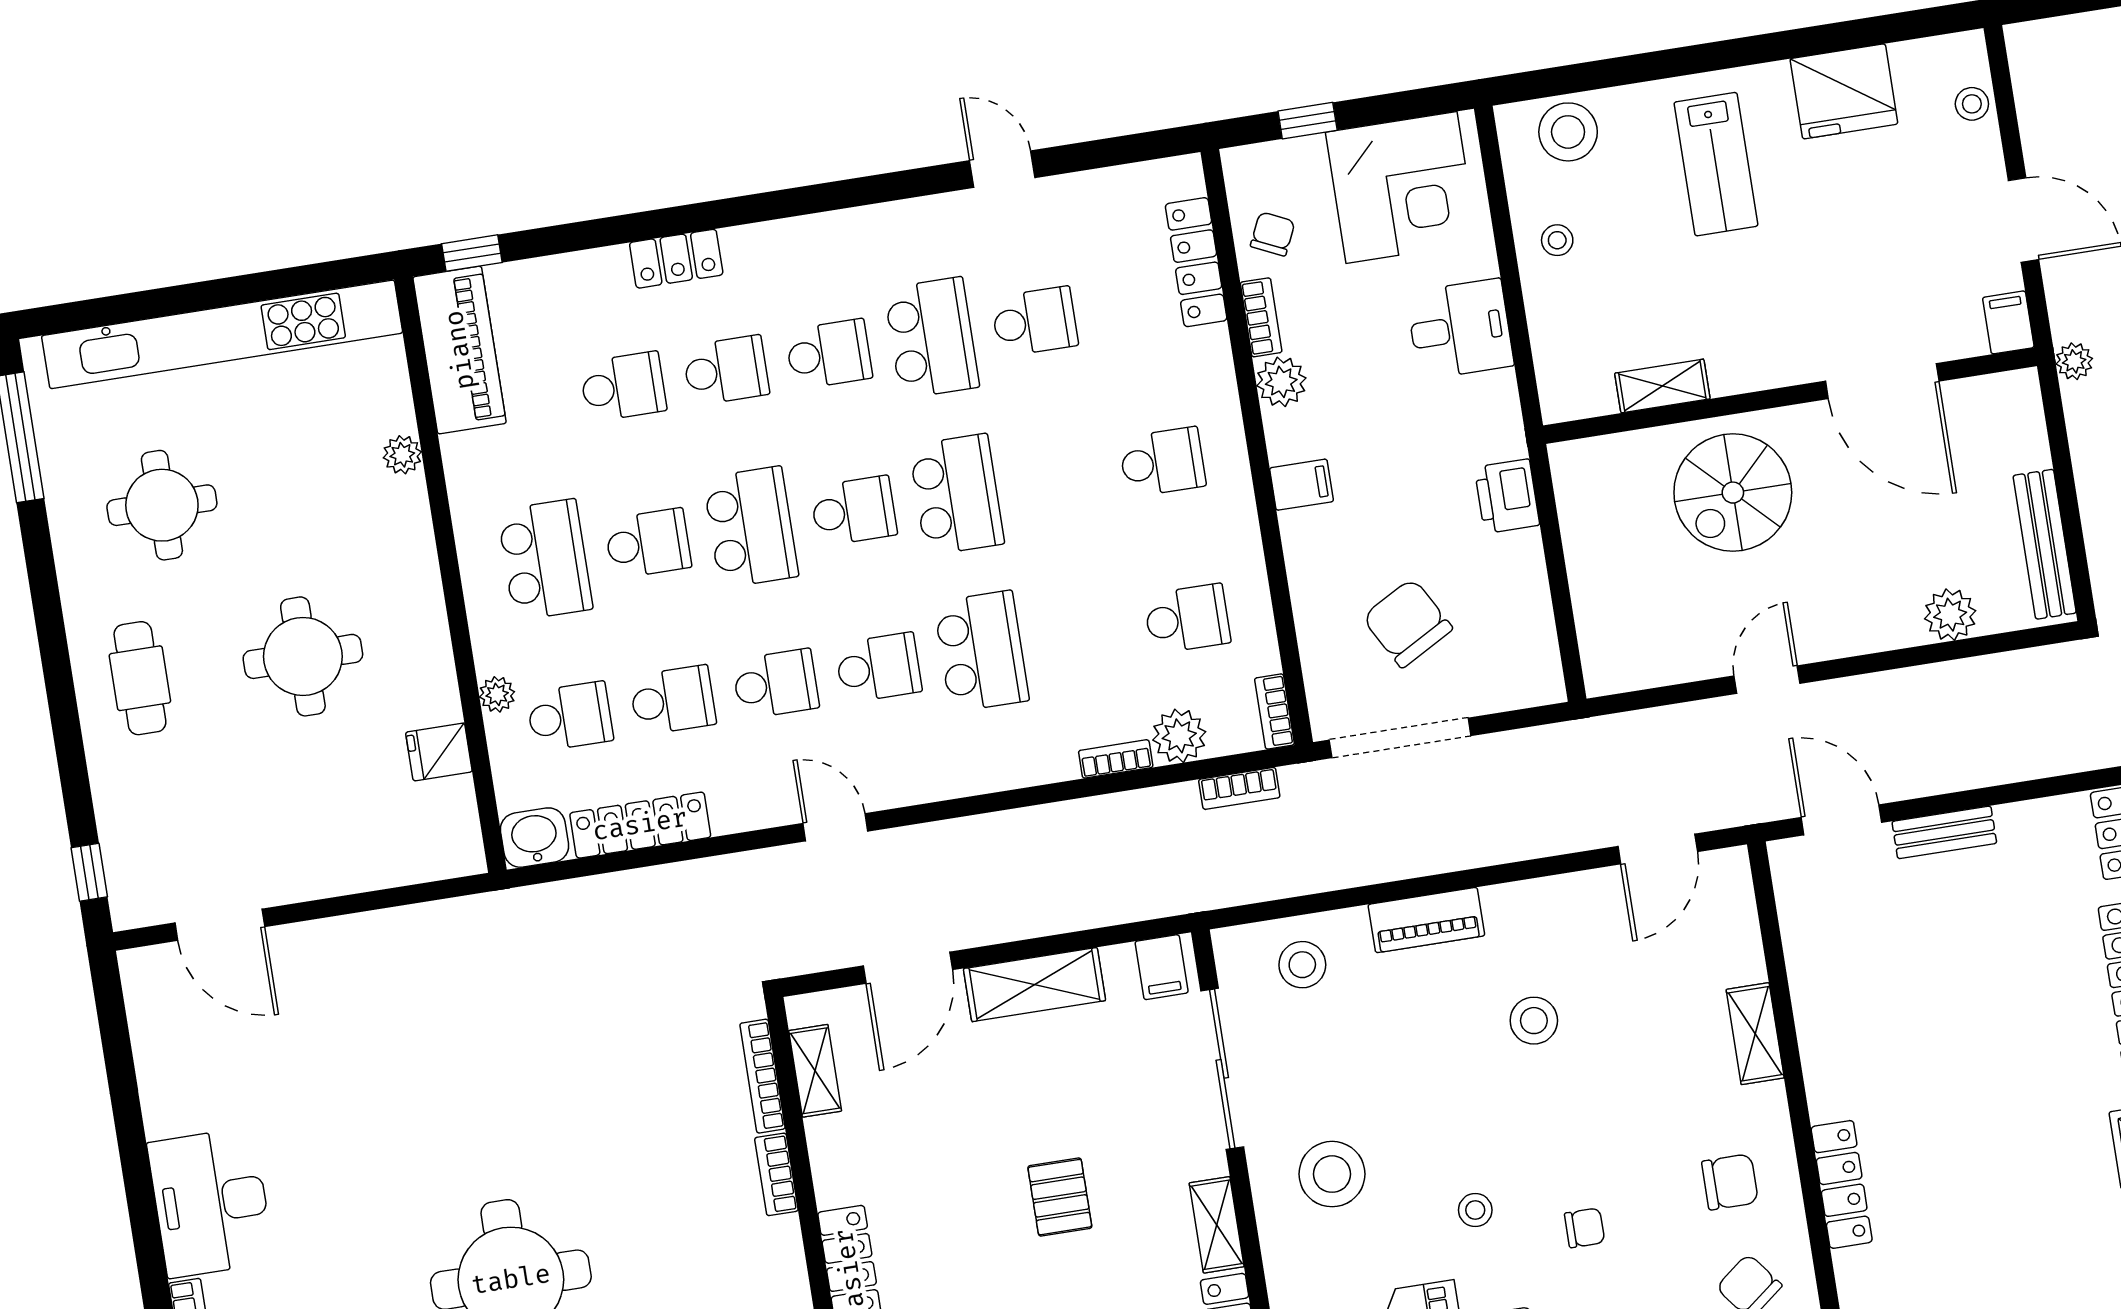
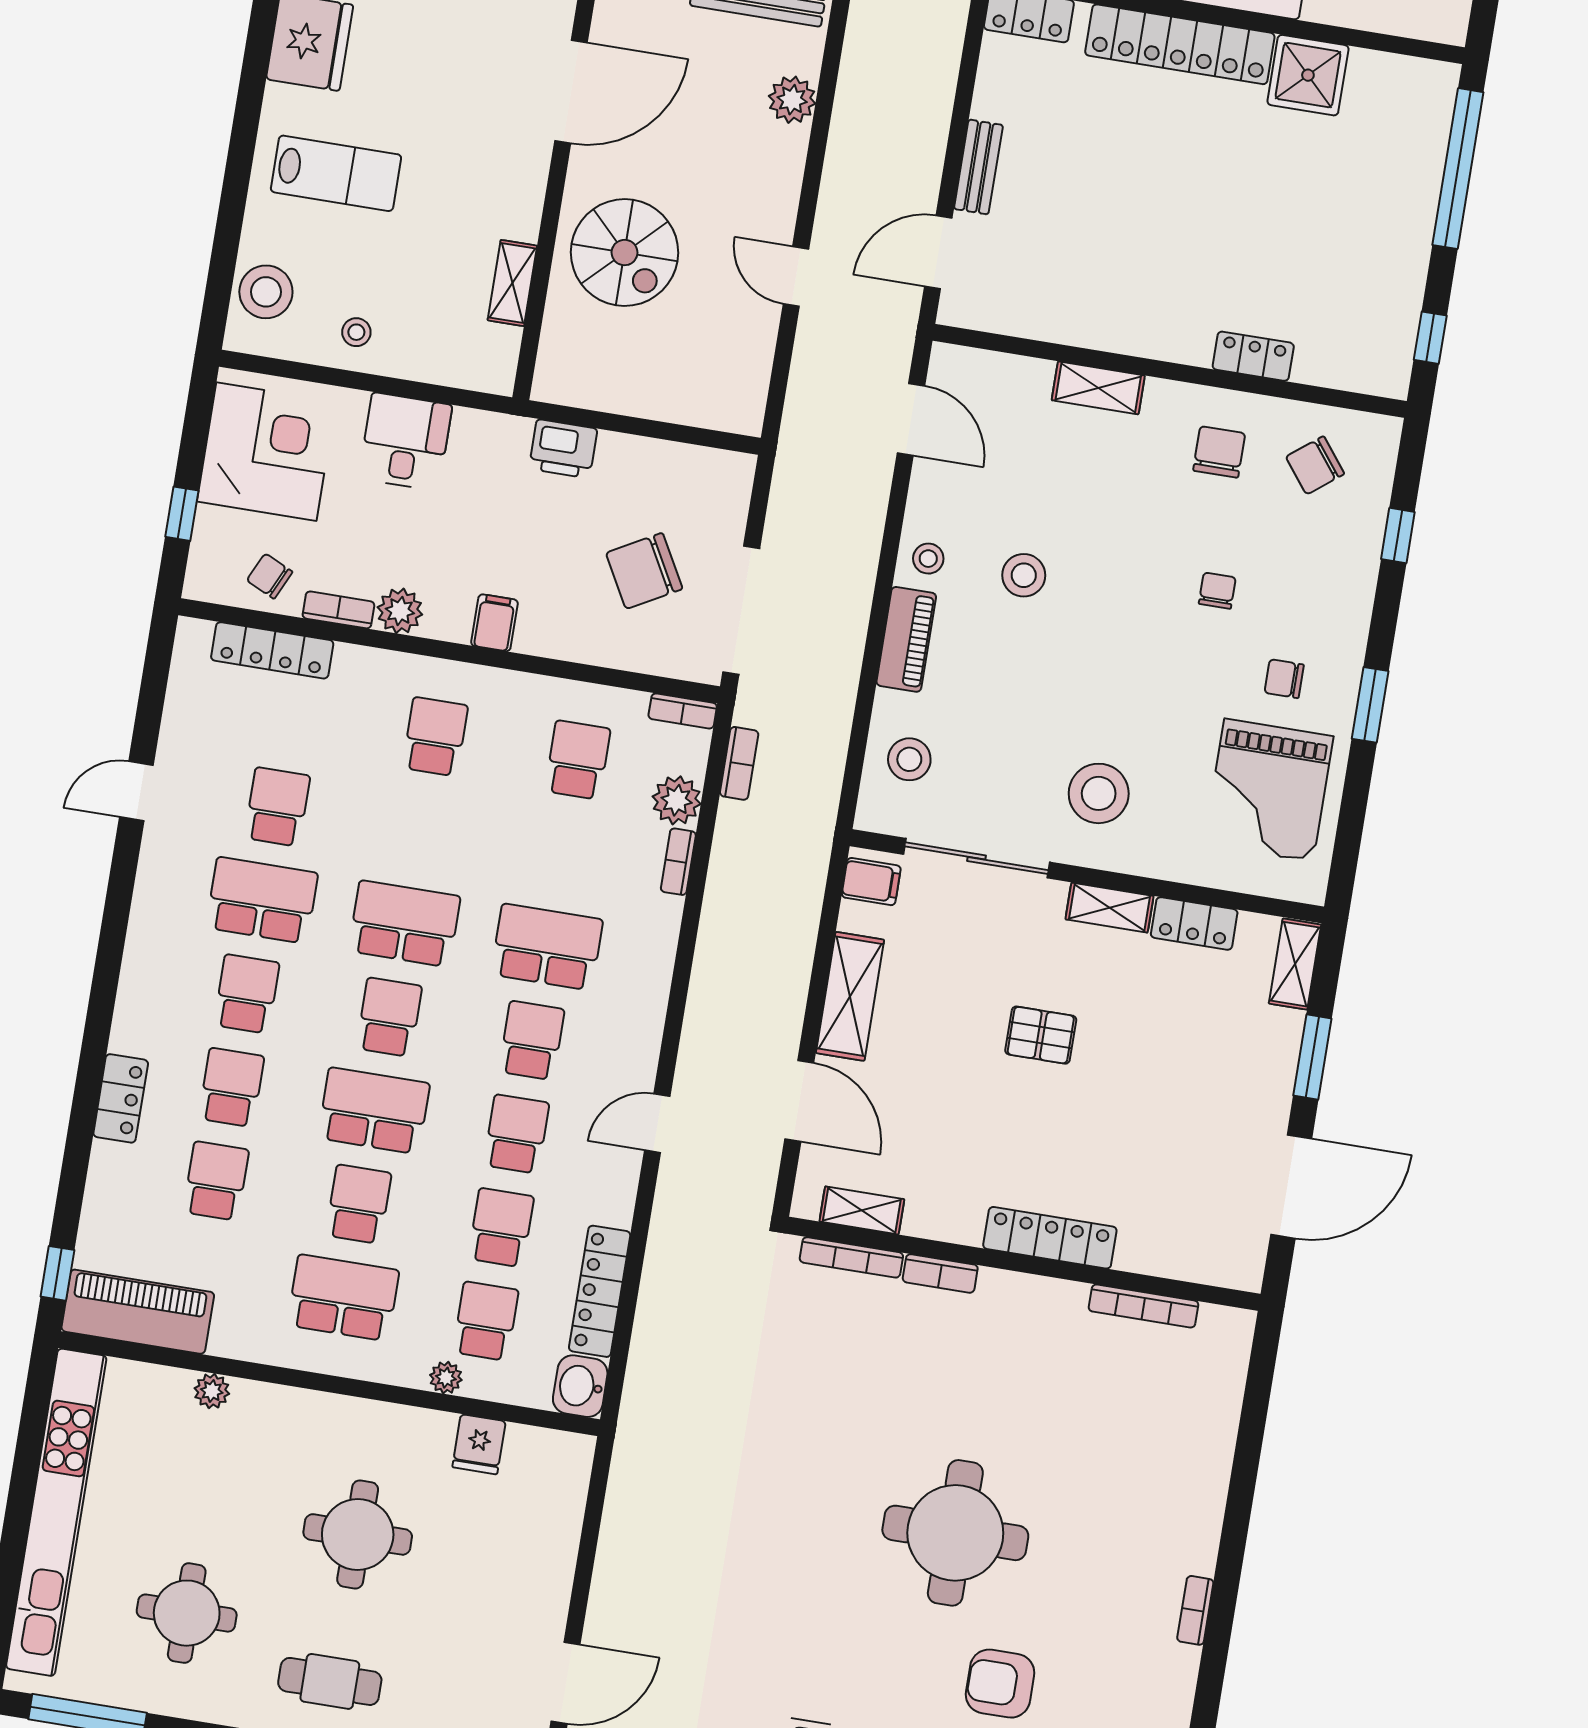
locker: (1842, 1184) -> (1253, 356), width x0.66
stool: (1475, 1210) -> (928, 559), moved

